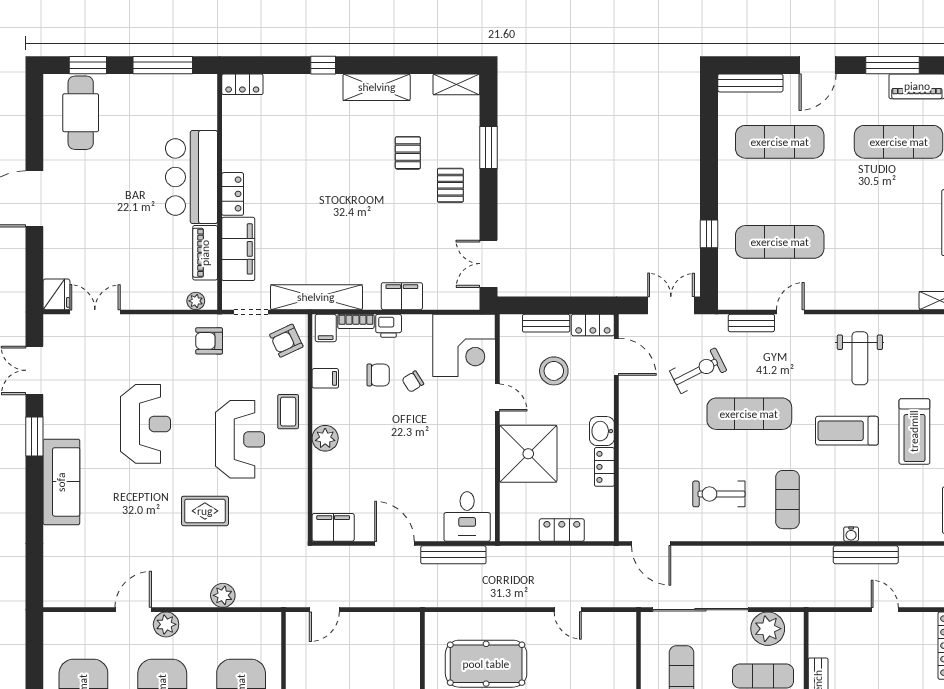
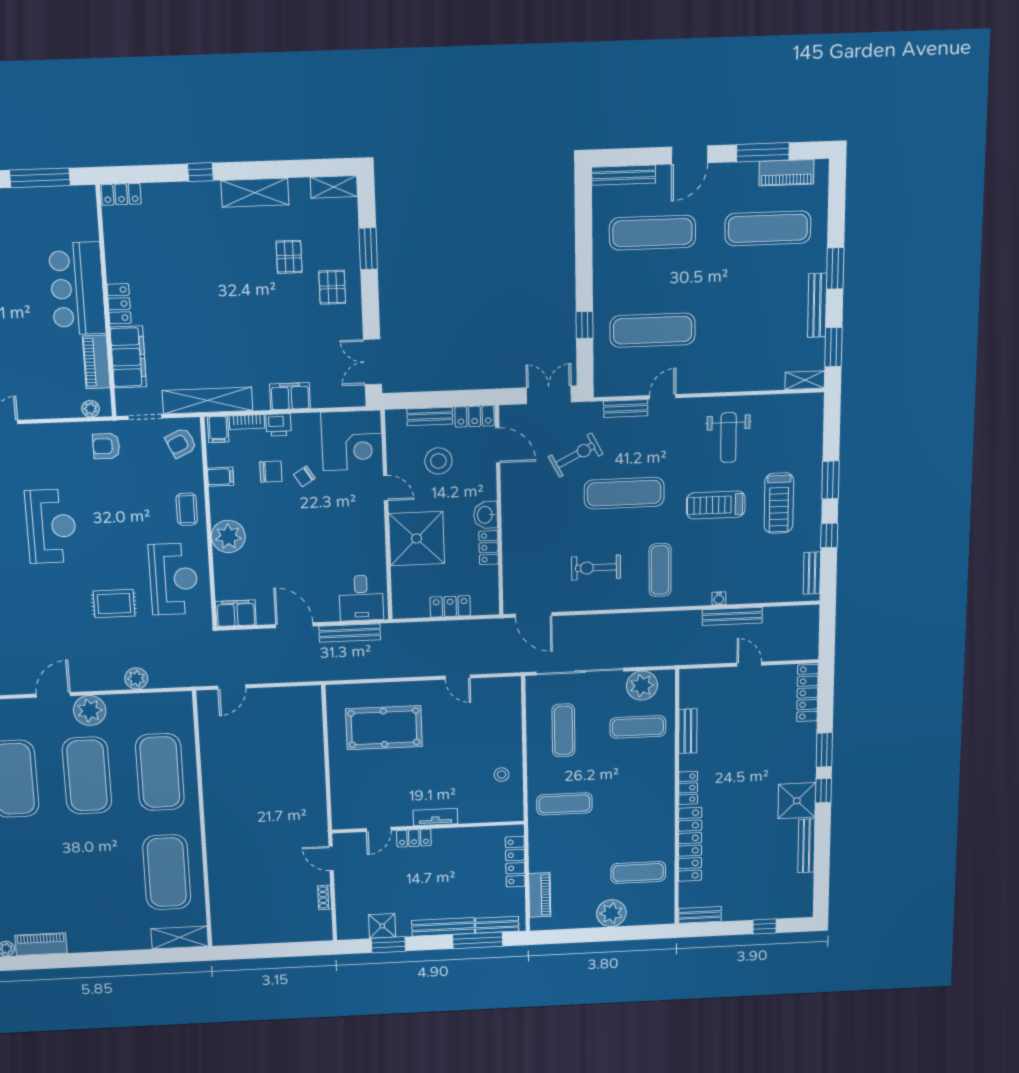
plant: (325, 438) -> (228, 536), width x1.36, depth x1.36
reception desk: (240, 439) -> (174, 579), moved
plant: (166, 624) -> (90, 710), width x1.36, depth x1.36

